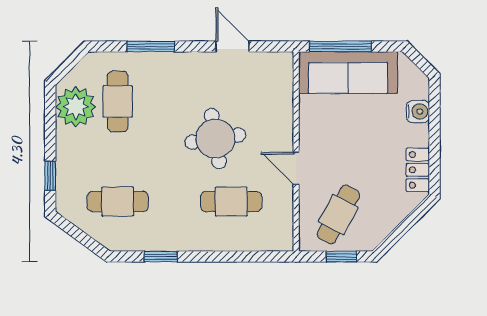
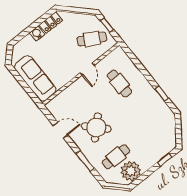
door: (232, 46) -> (60, 130), swing flipped
window: (340, 46) -> (28, 89), removed
water cooler: (418, 111) -> (37, 33), moved
round table: (215, 139) -> (96, 128), moved, turned -35
cafe table: (118, 202) -> (154, 126), removed

